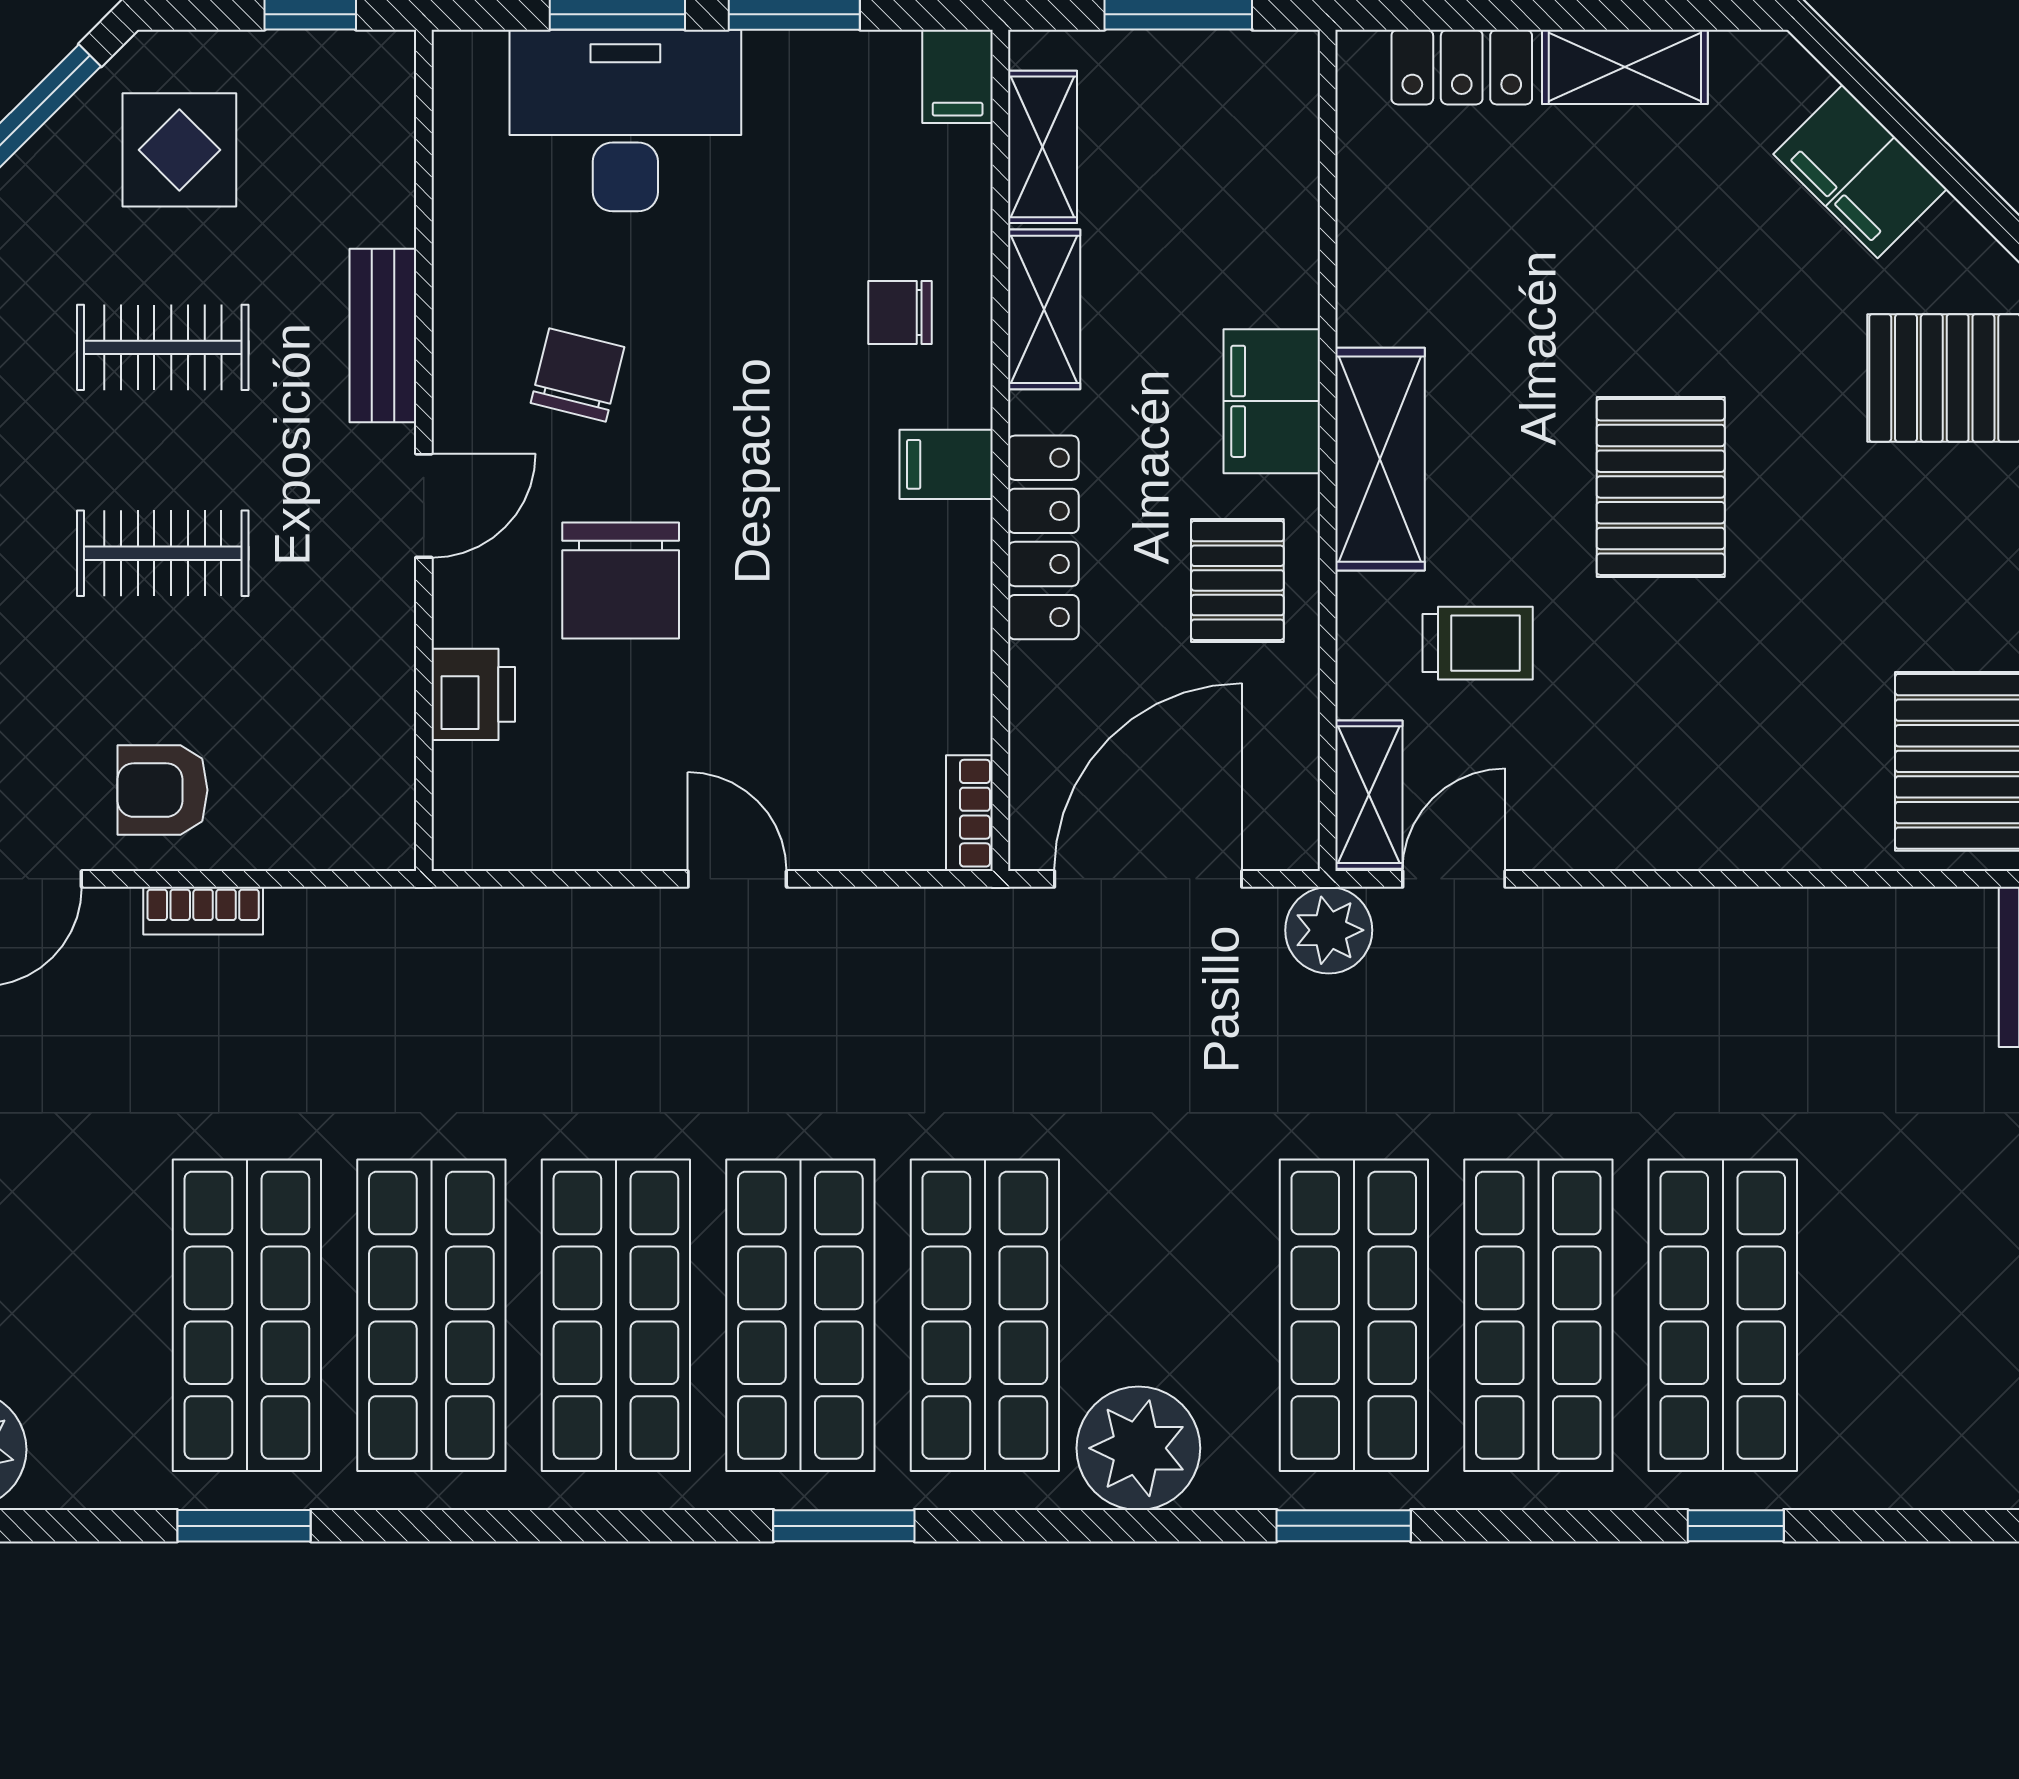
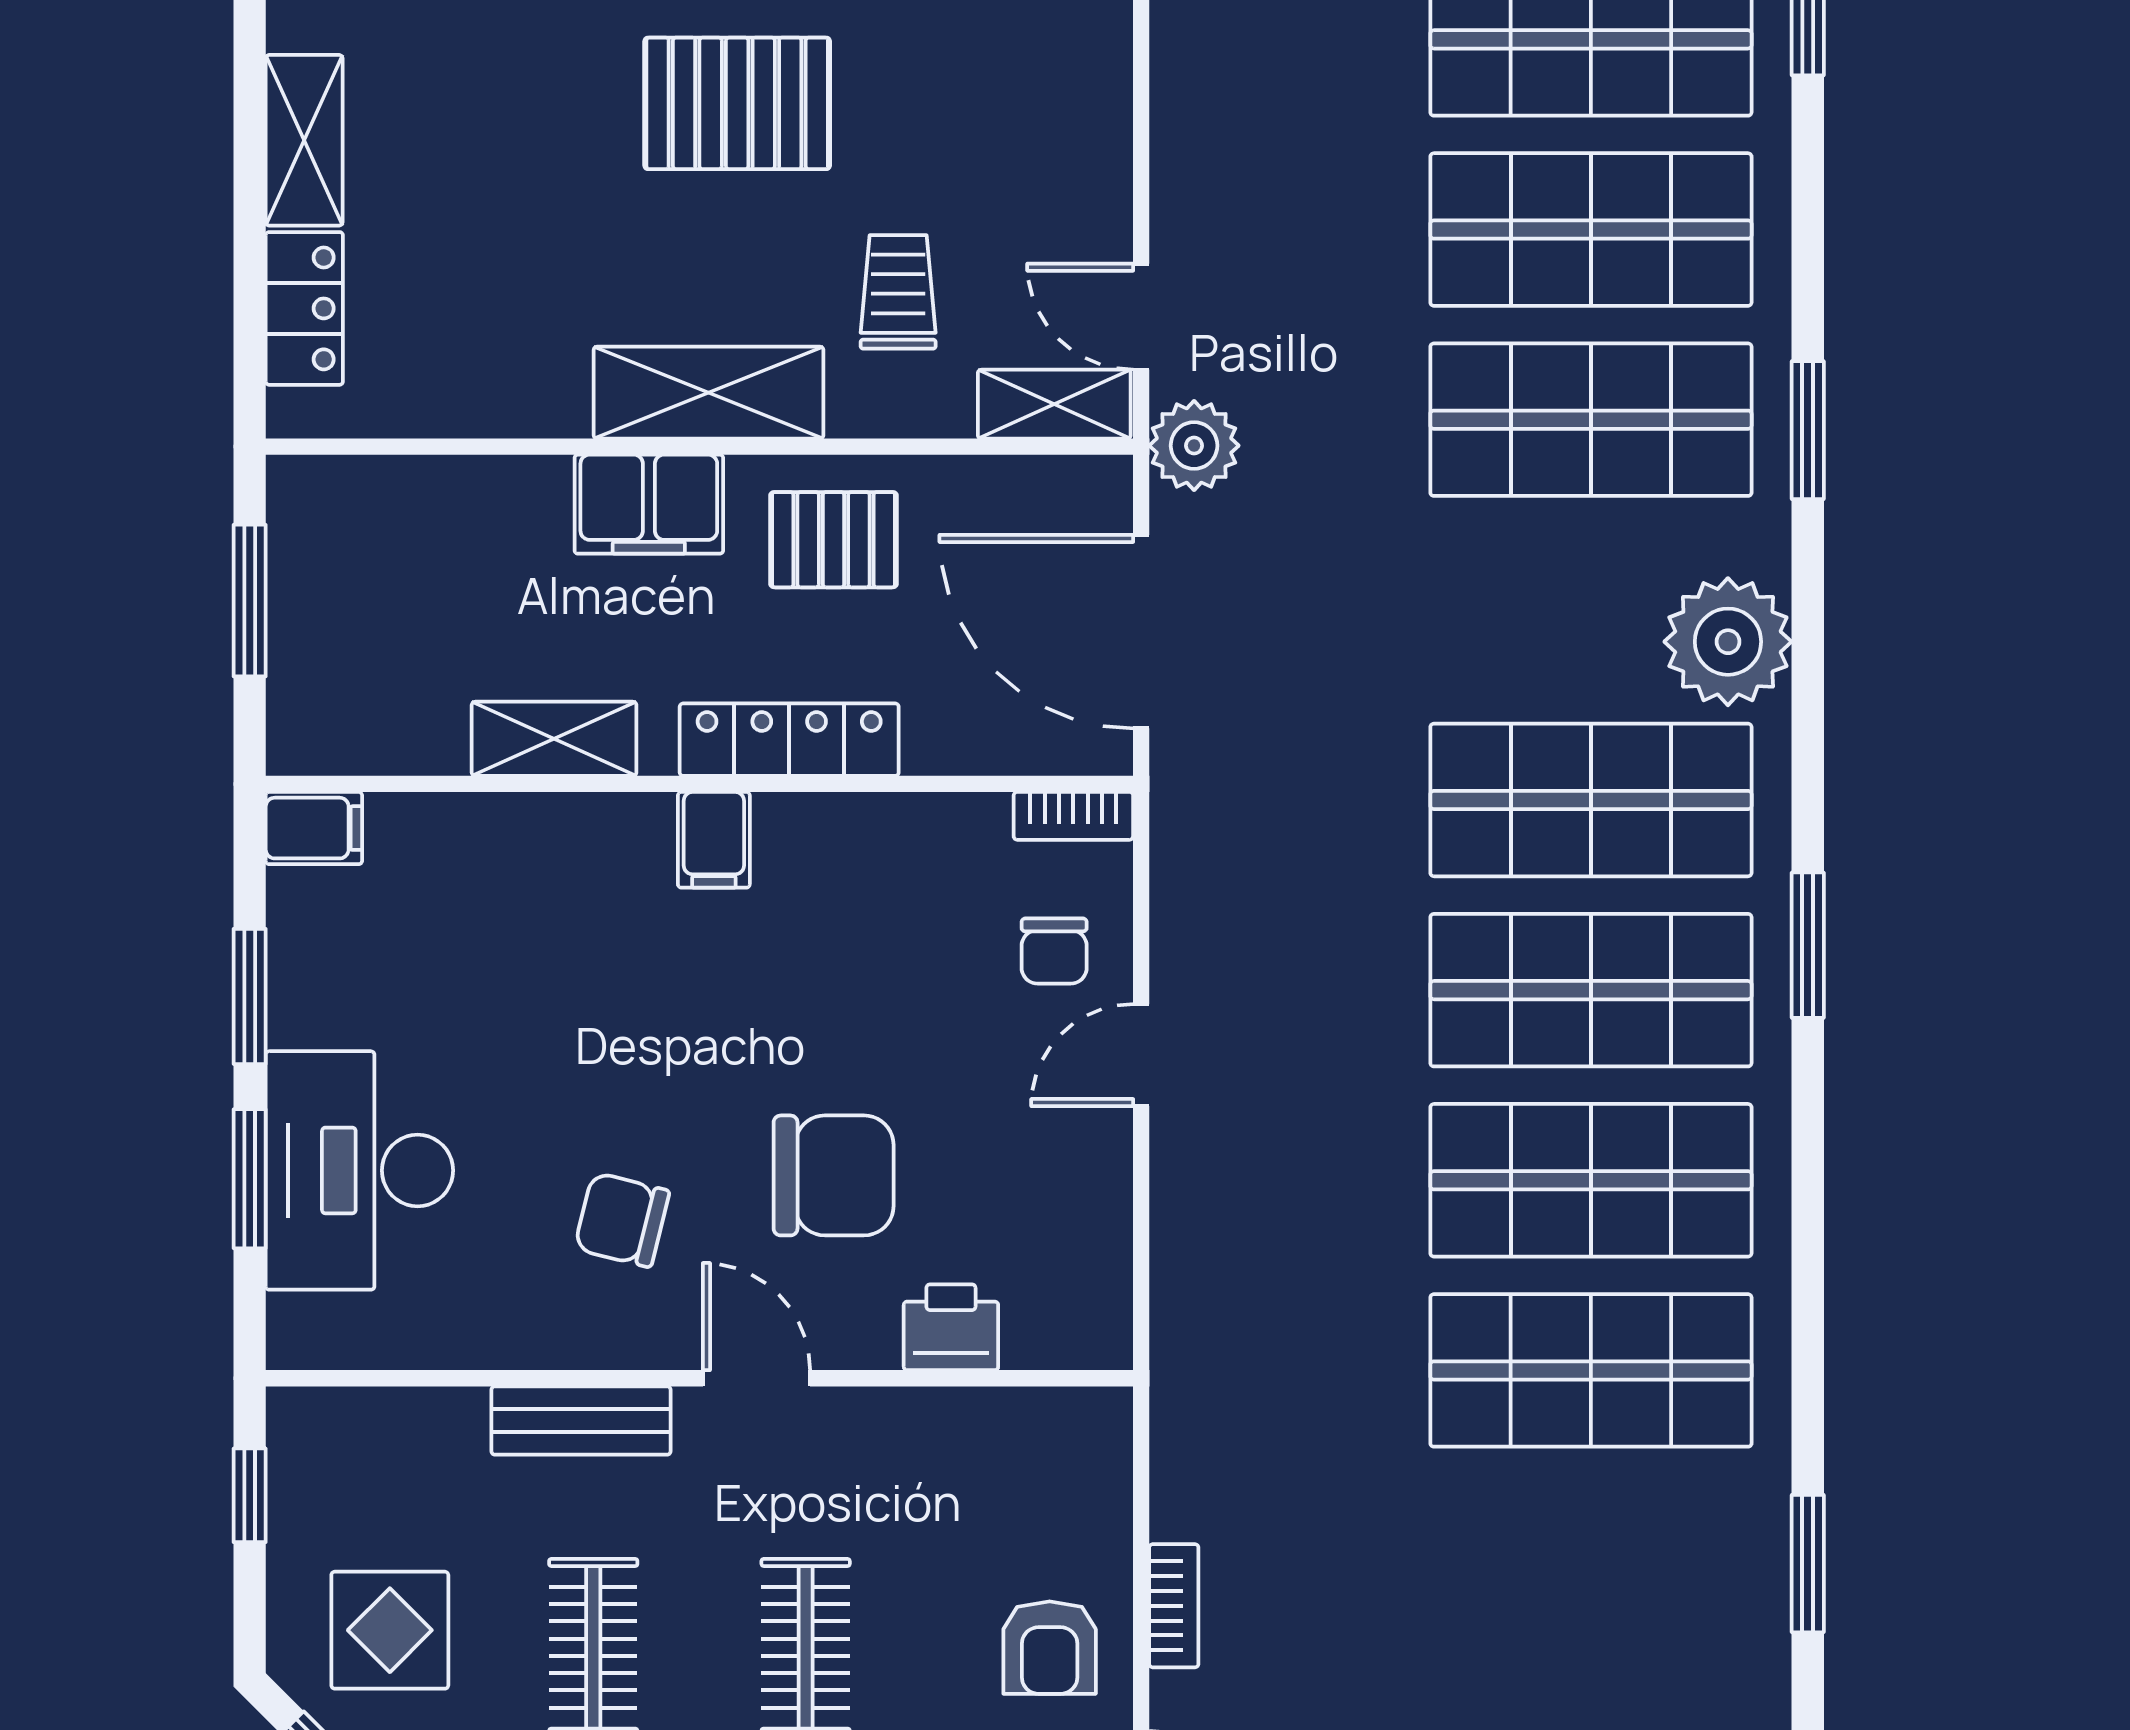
shelving: (1043, 147) -> (387, 741), removed
chair: (900, 313) -> (1054, 951), moved
shop shelf: (247, 1315) -> (1591, 1561), removed

